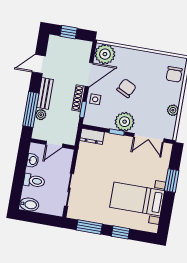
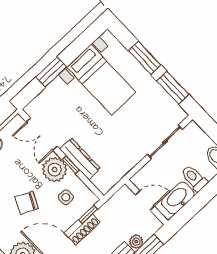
side table: (95, 99) -> (66, 197), moved
dresser: (92, 136) -> (80, 159), moved, width x1.44
double door: (149, 138) -> (42, 134), swing flipped
washbasin: (33, 160) -> (178, 198), width x1.91, depth x1.45
window: (120, 232) -> (145, 58), width x1.50

